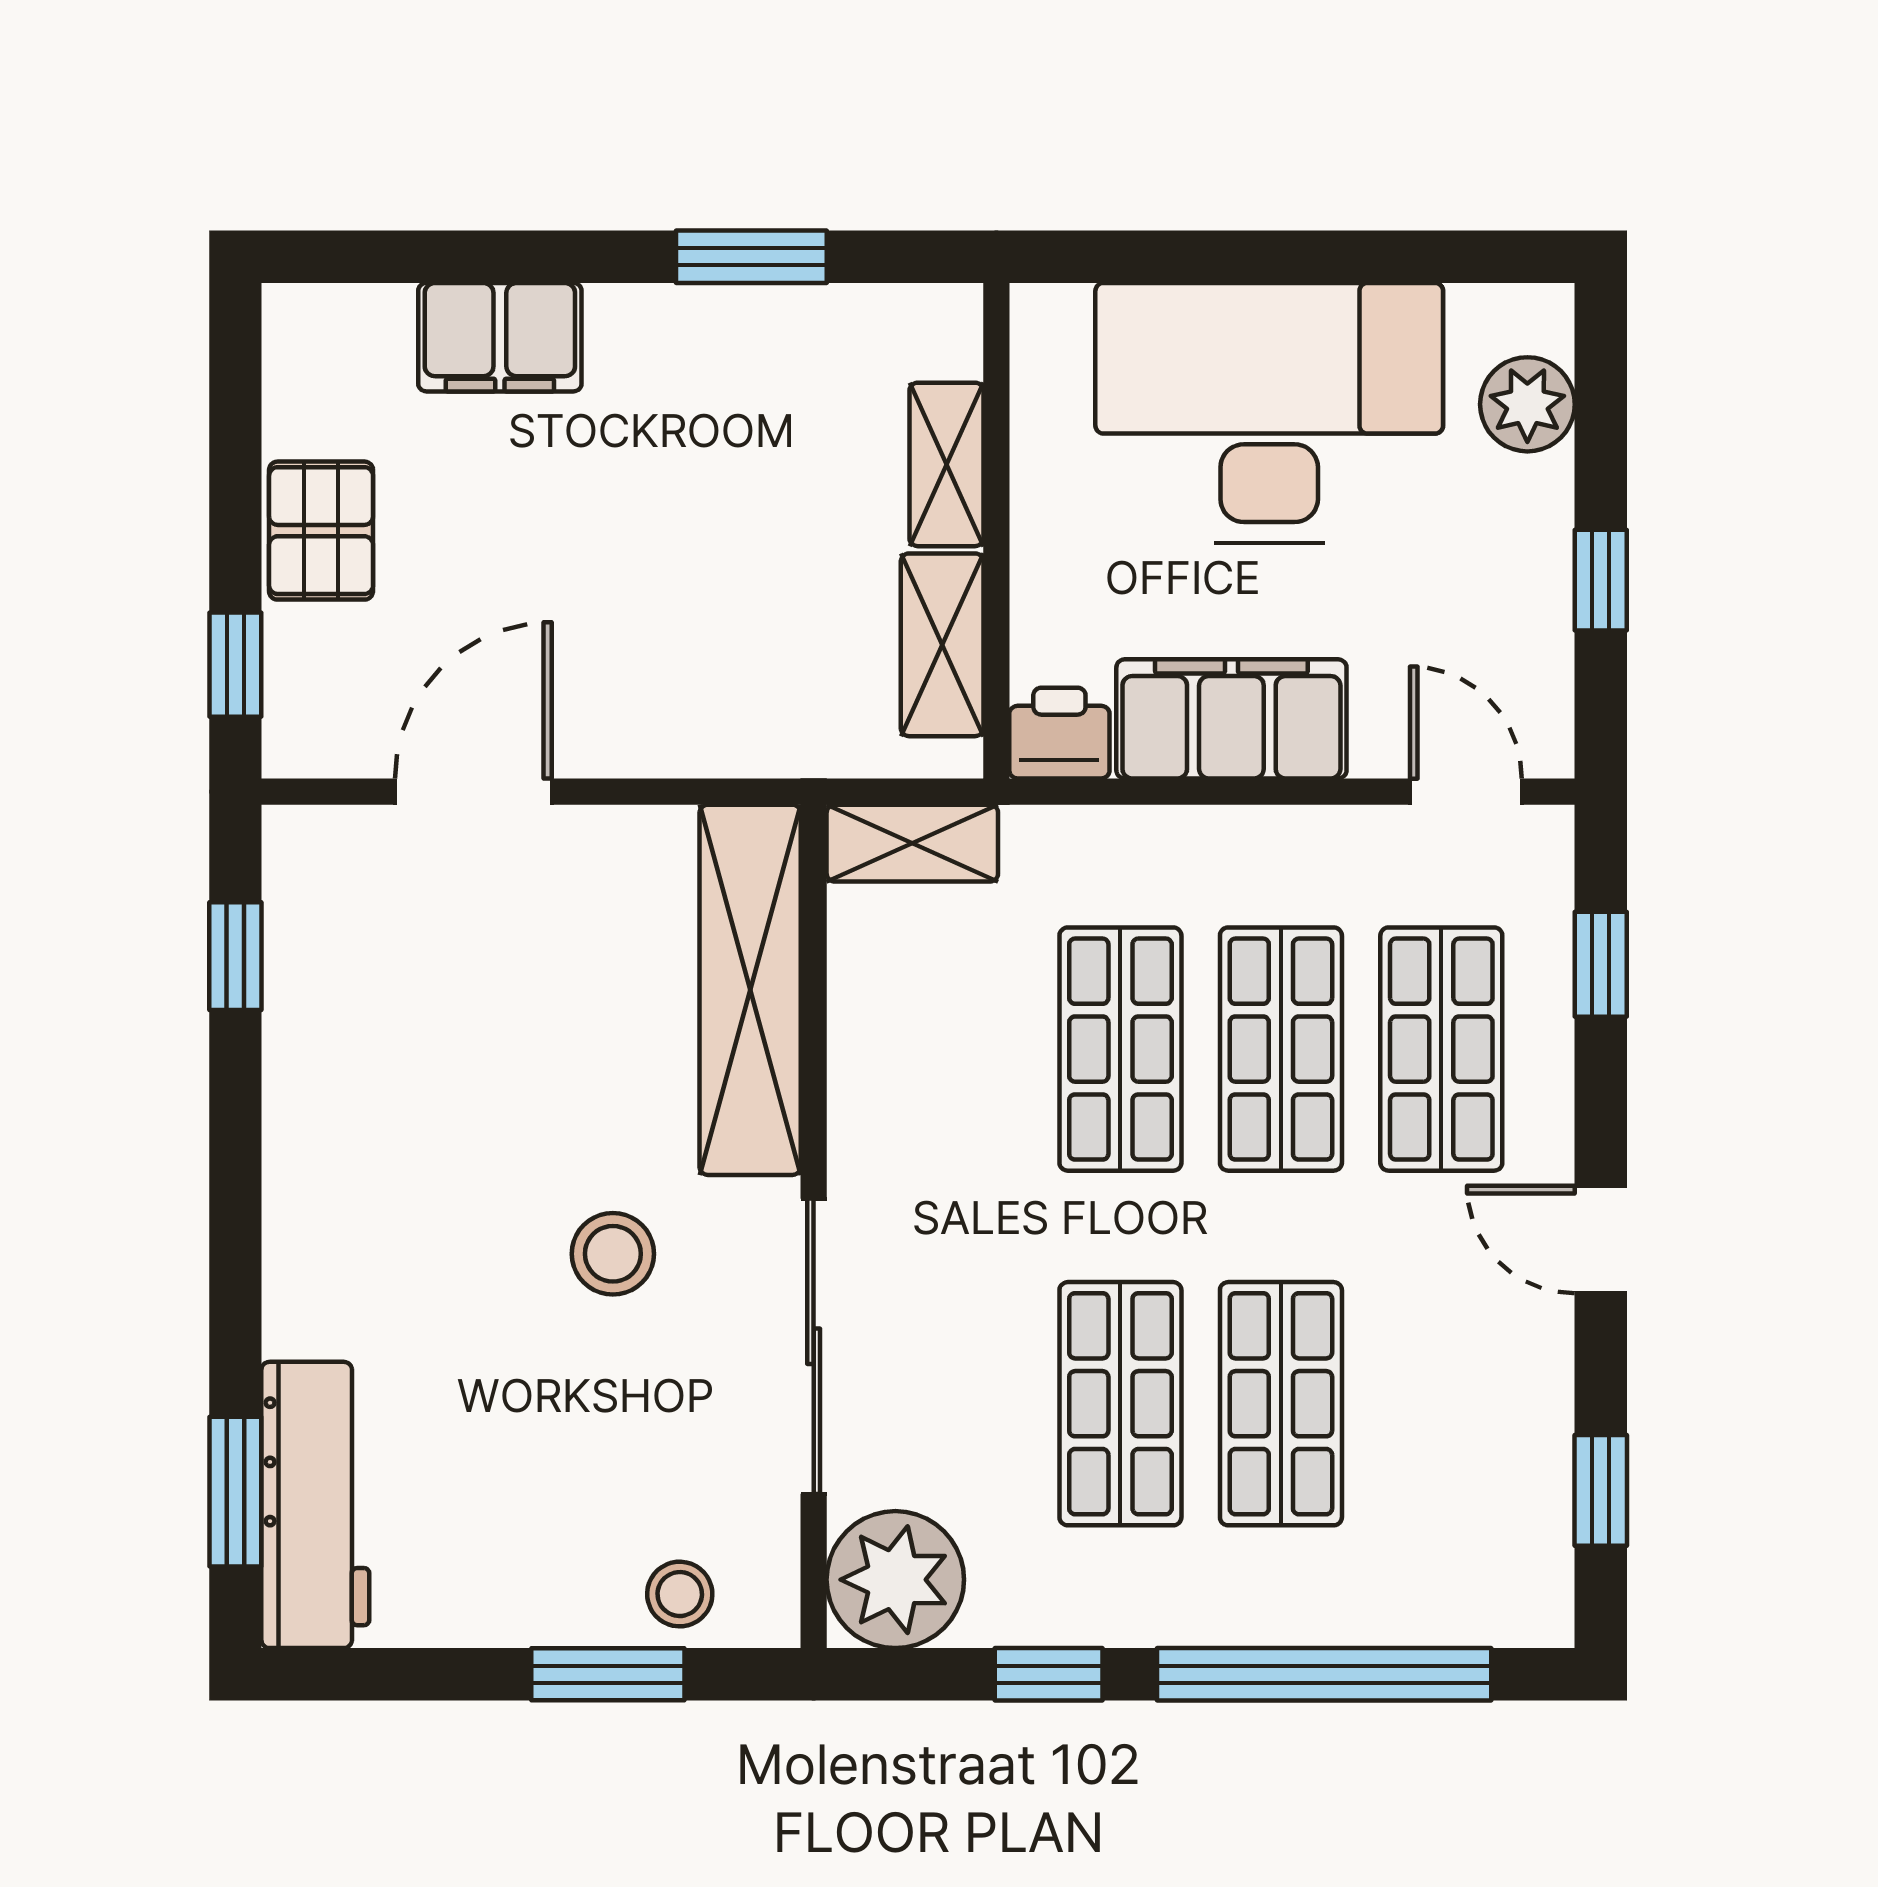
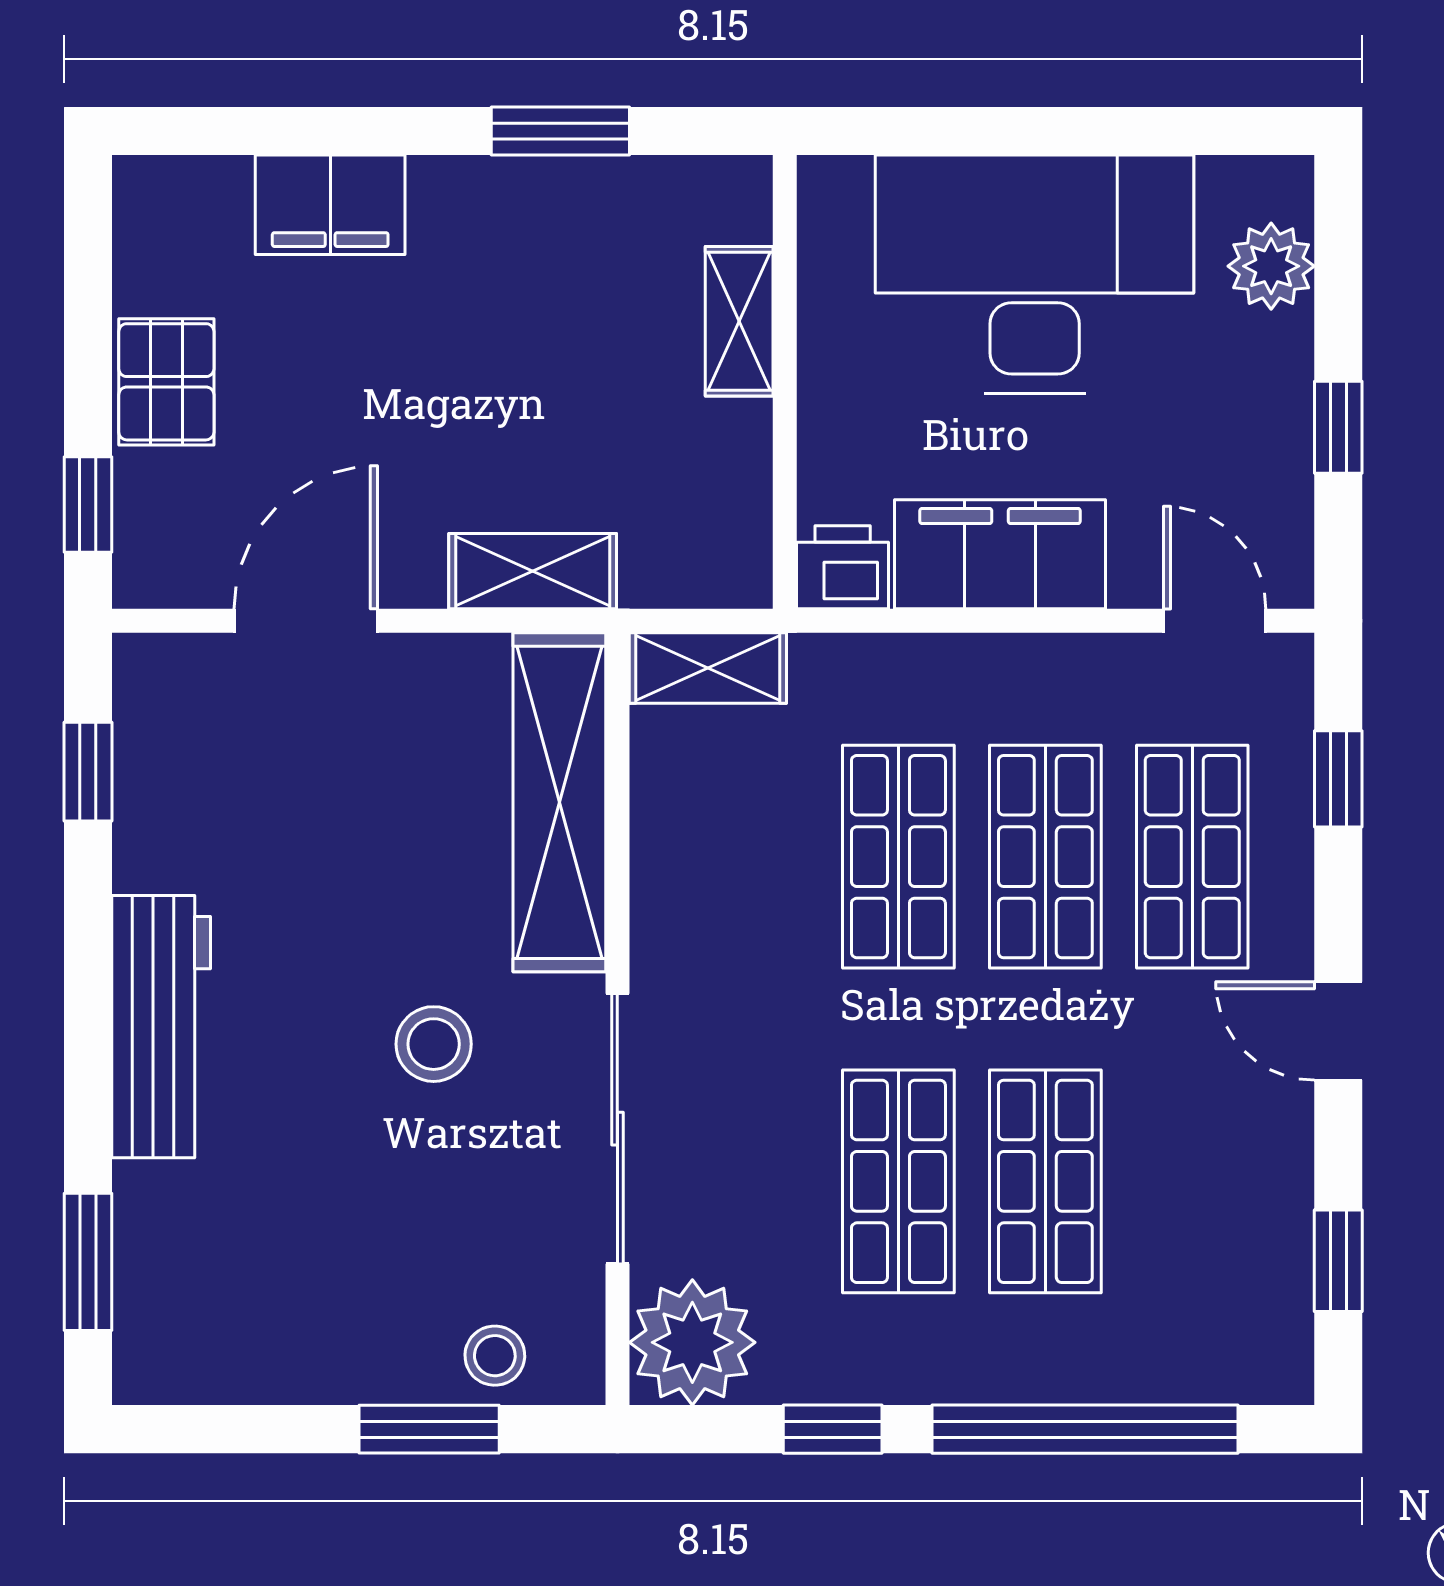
shelving: (942, 645) -> (533, 571), moved, turned 90
workbench: (315, 1505) -> (161, 1027), moved

